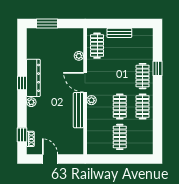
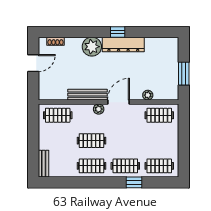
window: (47, 24) -> (184, 74), moved
bench: (119, 33) -> (44, 164), moved
clothes rail: (143, 46) -> (159, 166), added
plant: (31, 102) -> (92, 47), width x1.87, depth x1.87
window: (22, 135) -> (60, 32), removed
clothes rail: (120, 137) -> (58, 115), moved

